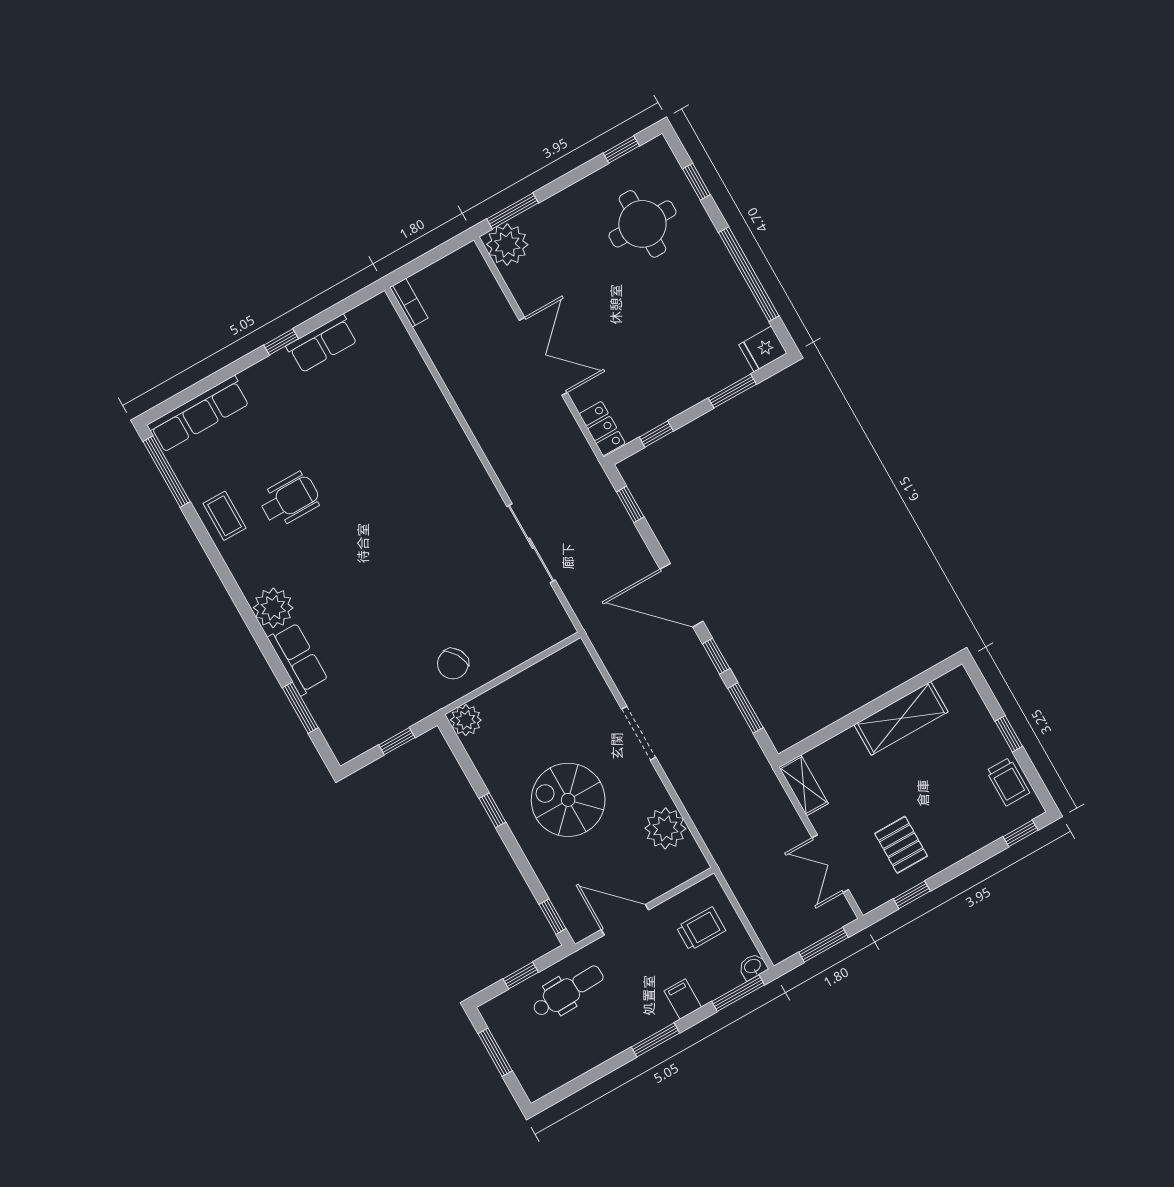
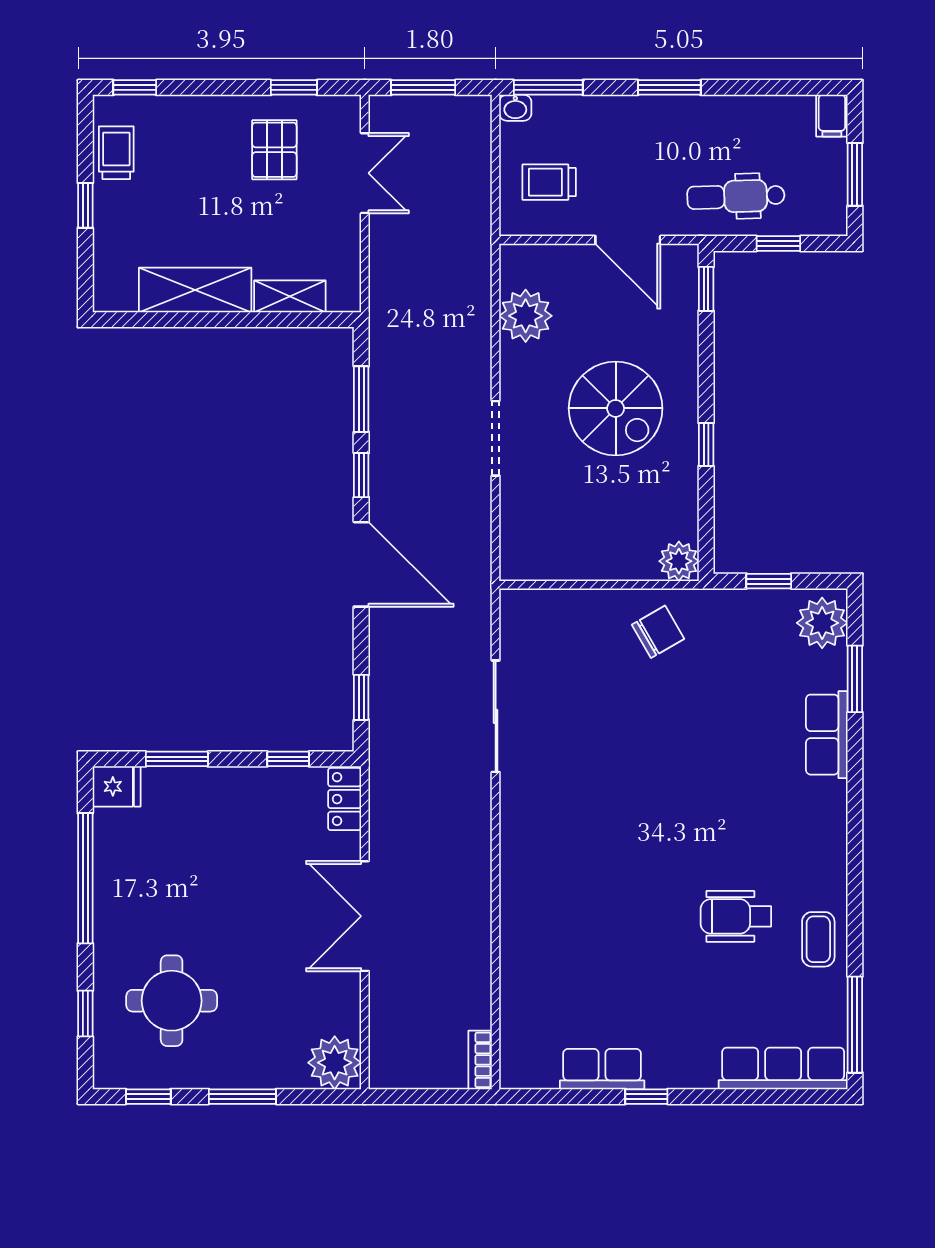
window: (513, 211) -> (242, 1097), moved
plant: (273, 608) -> (822, 623), moved
shelving: (804, 785) -> (290, 296), moved, turned 90
filing cabinet: (683, 999) -> (832, 116), moved

